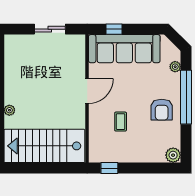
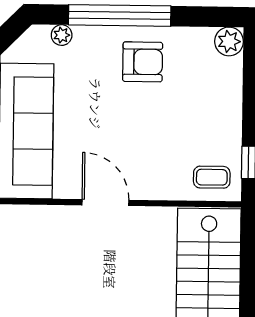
coffee table: (121, 122) -> (212, 177), moved

